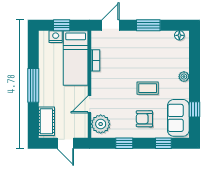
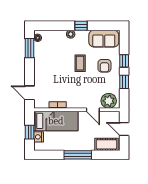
window: (148, 25) -> (30, 48), moved
window: (194, 109) -> (81, 26), moved
door: (65, 143) -> (124, 129), swing flipped
window: (163, 143) -> (124, 61), moved

